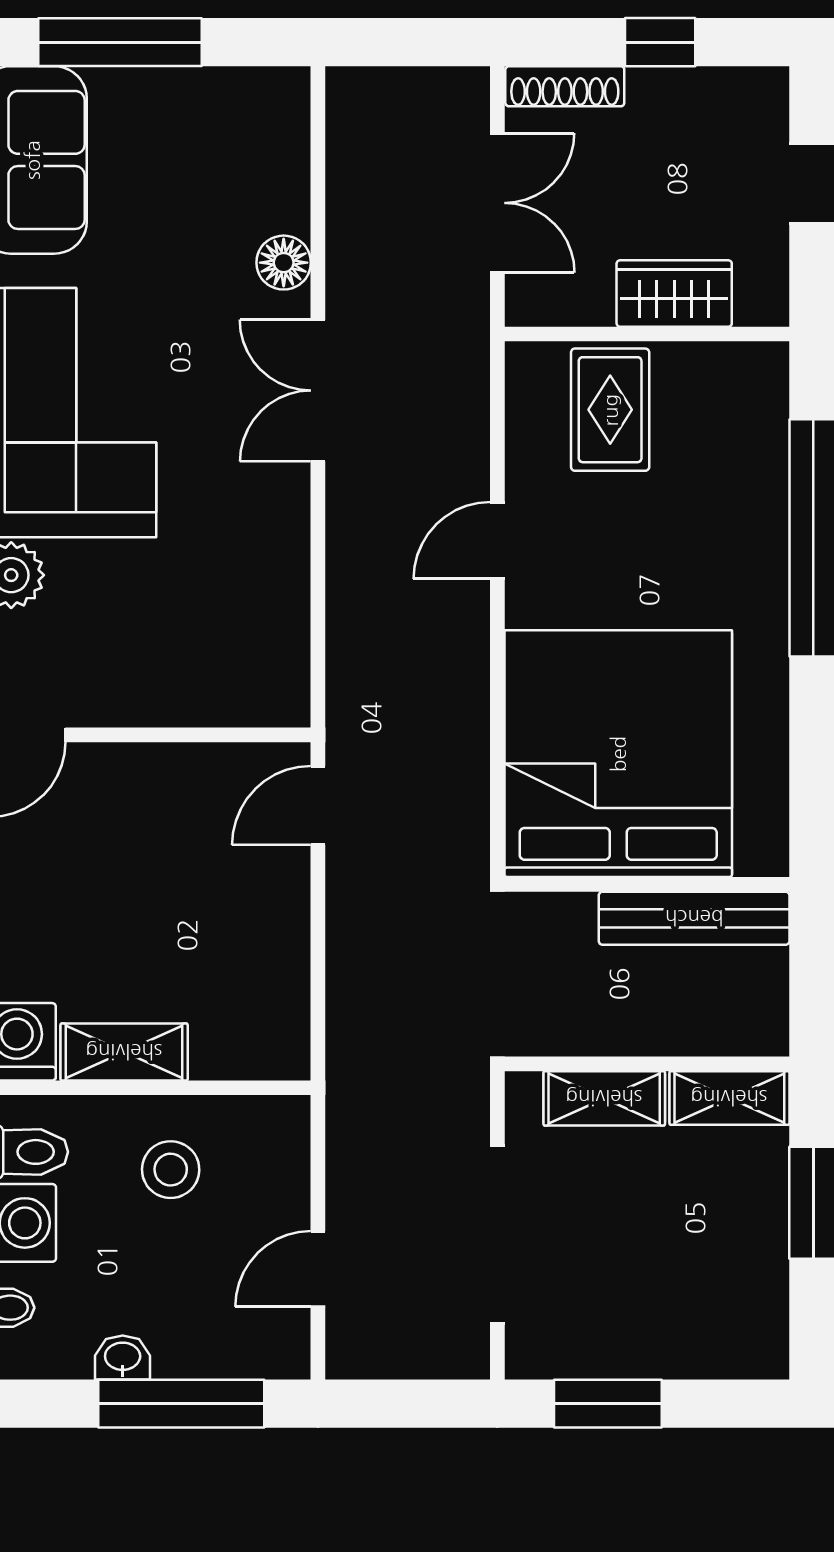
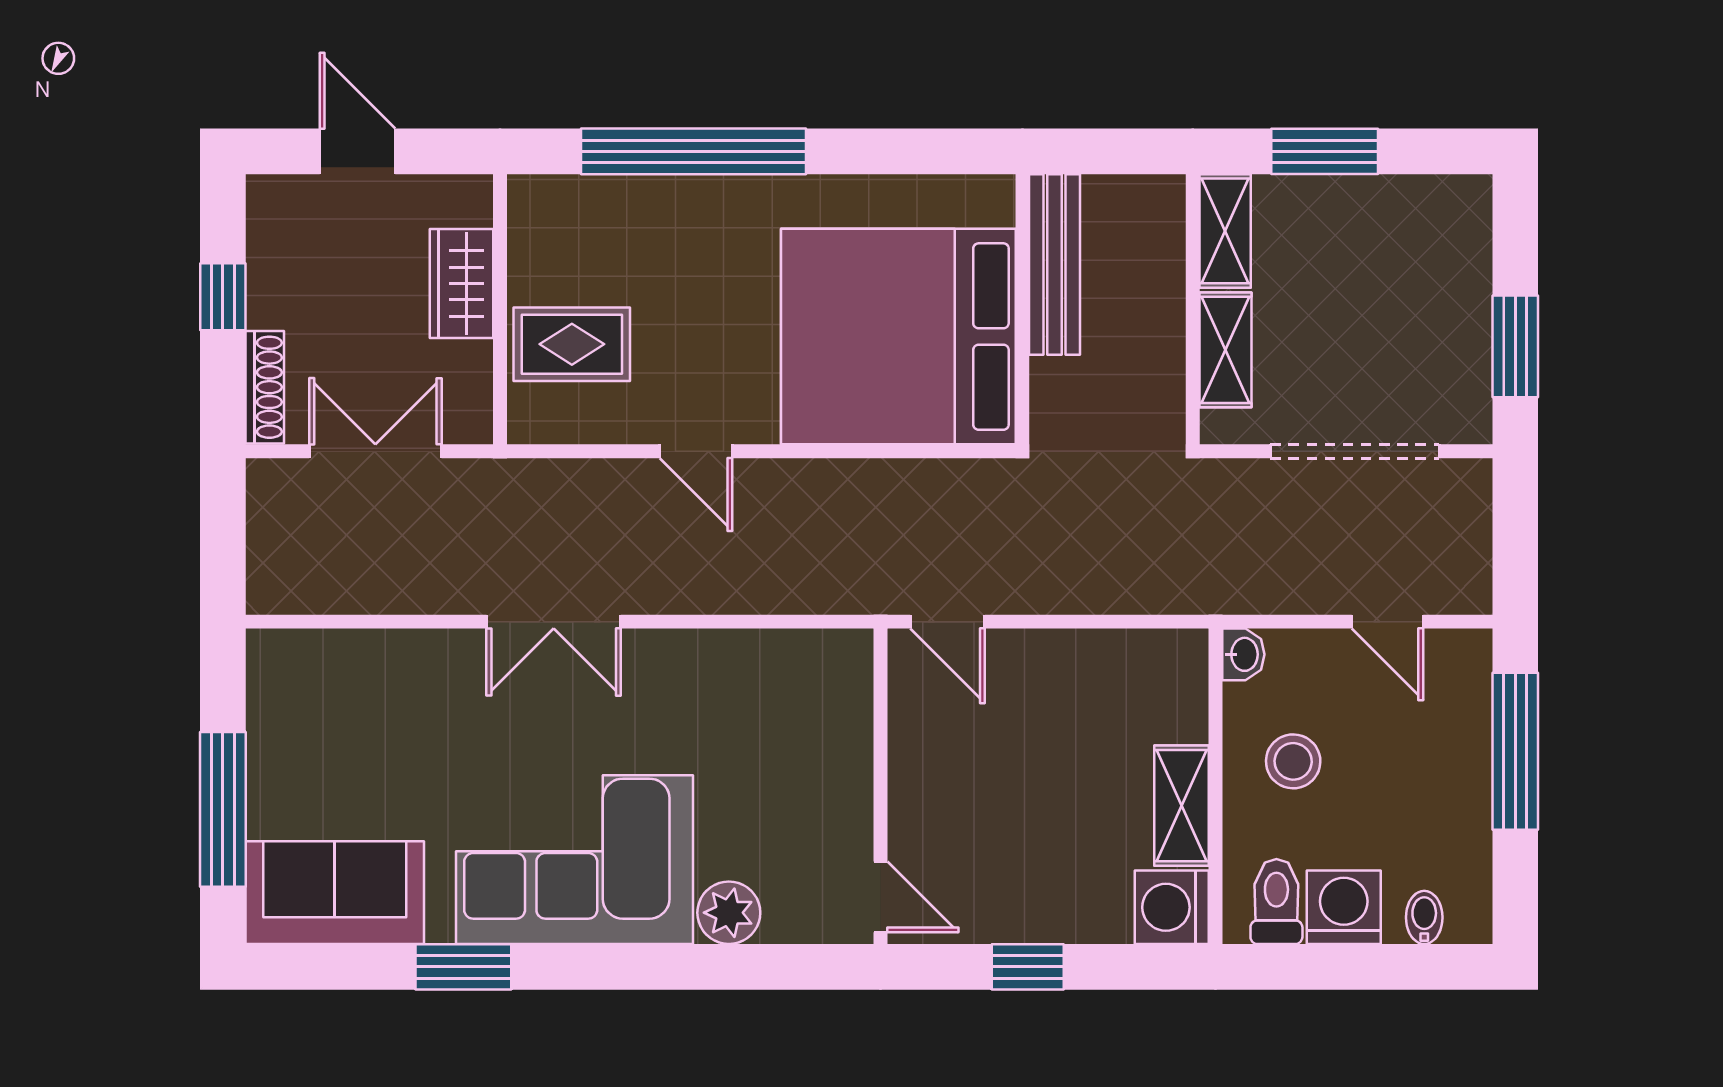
floor lamp: (284, 263) -> (432, 654), removed
washbasin: (123, 1358) -> (1243, 654), moved, turned 180

